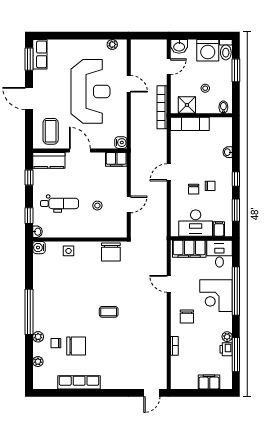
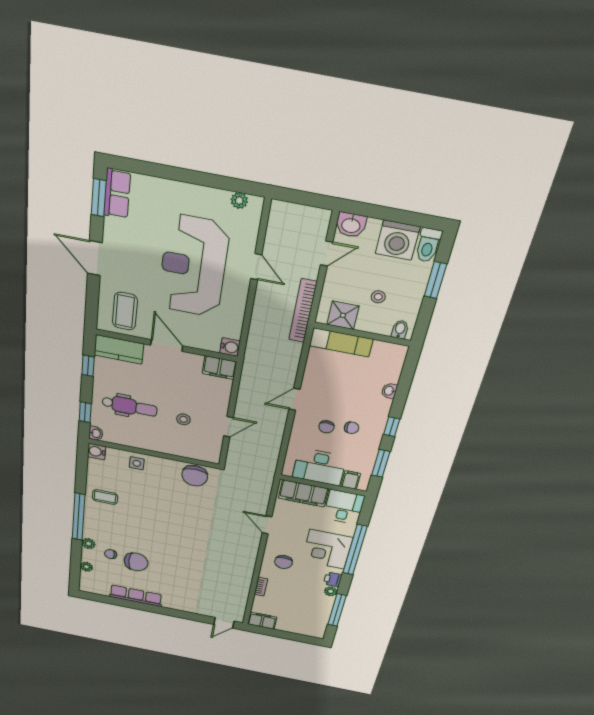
reception desk: (90, 91) -> (193, 266), turned 180
coffee table: (109, 312) -> (105, 497), moved
printer: (226, 349) -> (333, 579), moved
filing cabinet: (209, 382) -> (262, 621), moved

